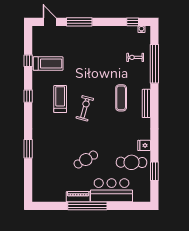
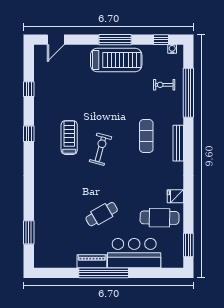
door: (50, 22) -> (56, 40), swing flipped
window: (79, 22) -> (115, 40), moved
treadmill: (48, 64) -> (116, 60), moved, width x1.37, depth x1.38
window: (28, 149) -> (29, 232), moved
window: (154, 171) -> (188, 245), moved

